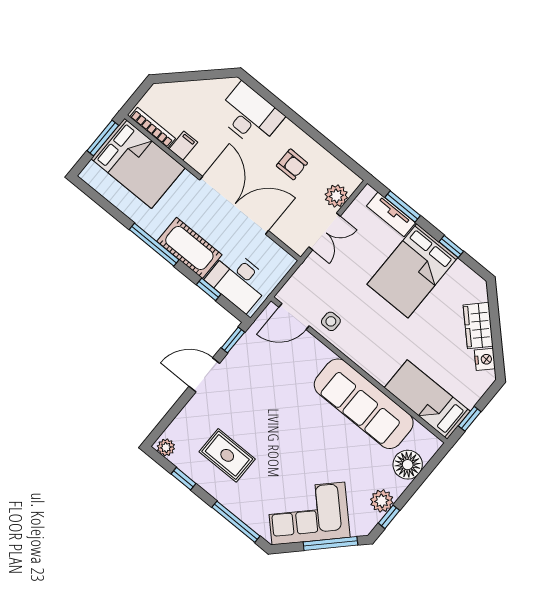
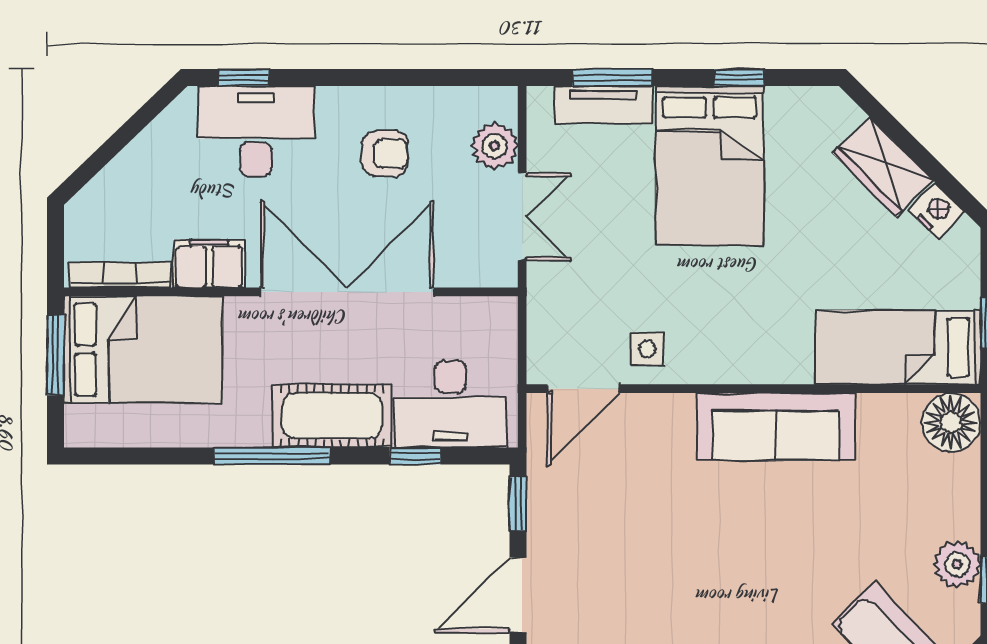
window: (262, 91) -> (244, 77), added
filing cabinet: (183, 146) -> (209, 264), width x2.00
sofa: (364, 404) -> (776, 426), width x0.74, depth x0.79
floor lamp: (408, 465) -> (951, 422), moved

